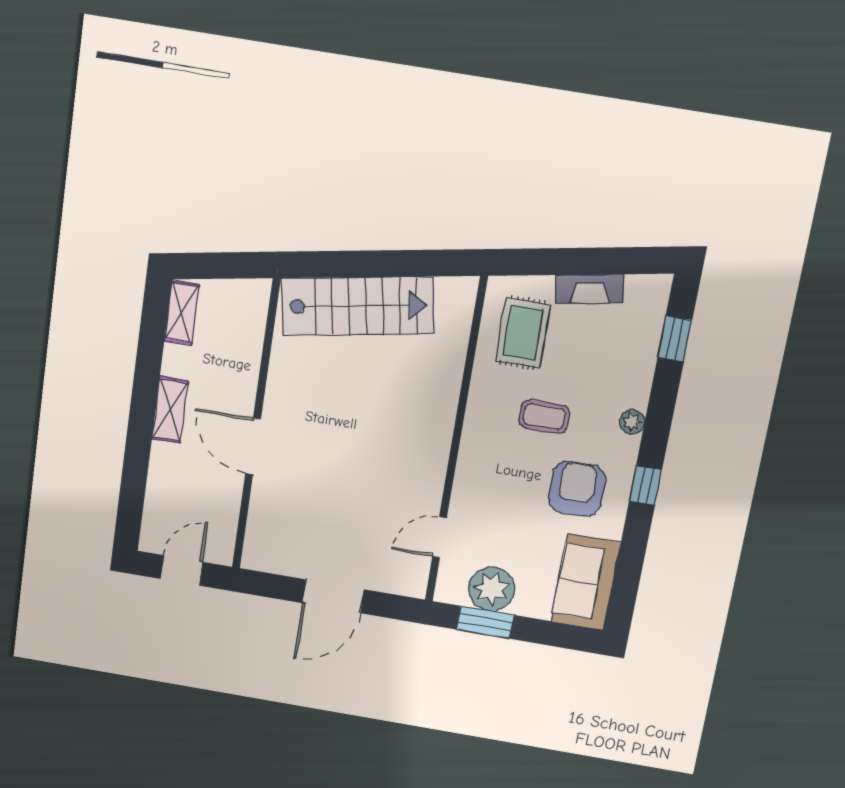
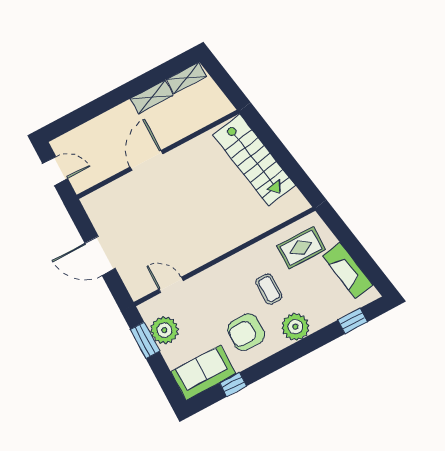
fireplace: (590, 289) -> (348, 270), width x1.37, depth x1.32
shelving: (170, 410) -> (152, 97), moved
plant: (632, 422) -> (295, 327), width x1.88, depth x1.88
window: (645, 486) -> (233, 384), moved
armchair: (577, 489) -> (246, 332), turned 180

